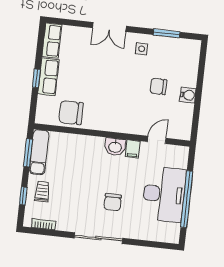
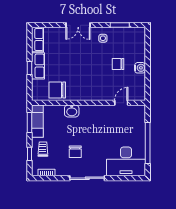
washbasin: (115, 147) -> (72, 111), moved
filing cabinet: (133, 149) -> (105, 111), removed
desk: (164, 194) -> (126, 161), moved, turned 90
chair: (113, 202) -> (75, 152), moved

